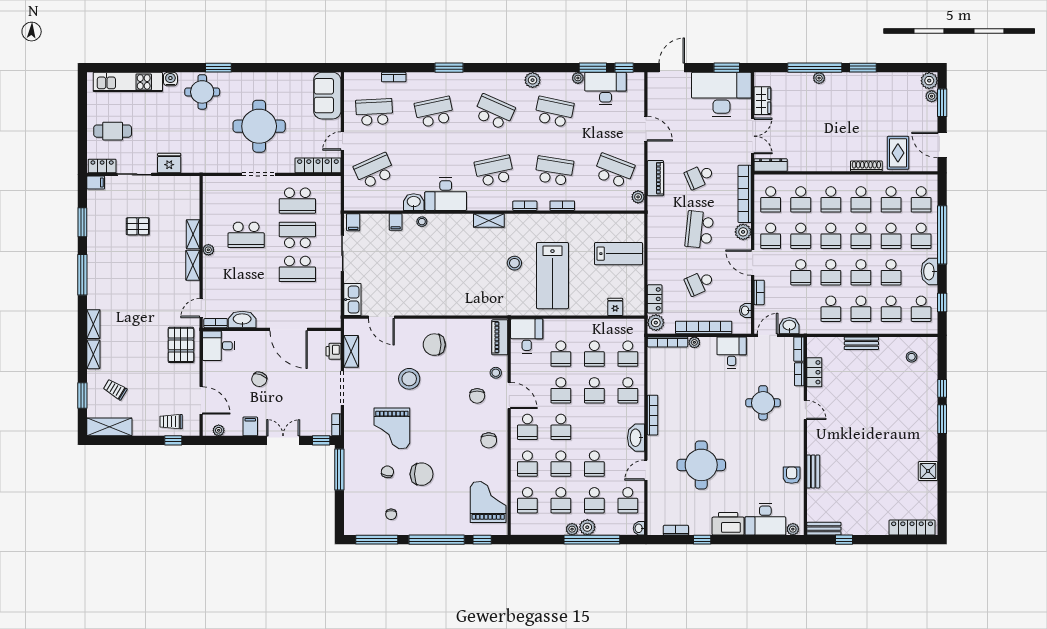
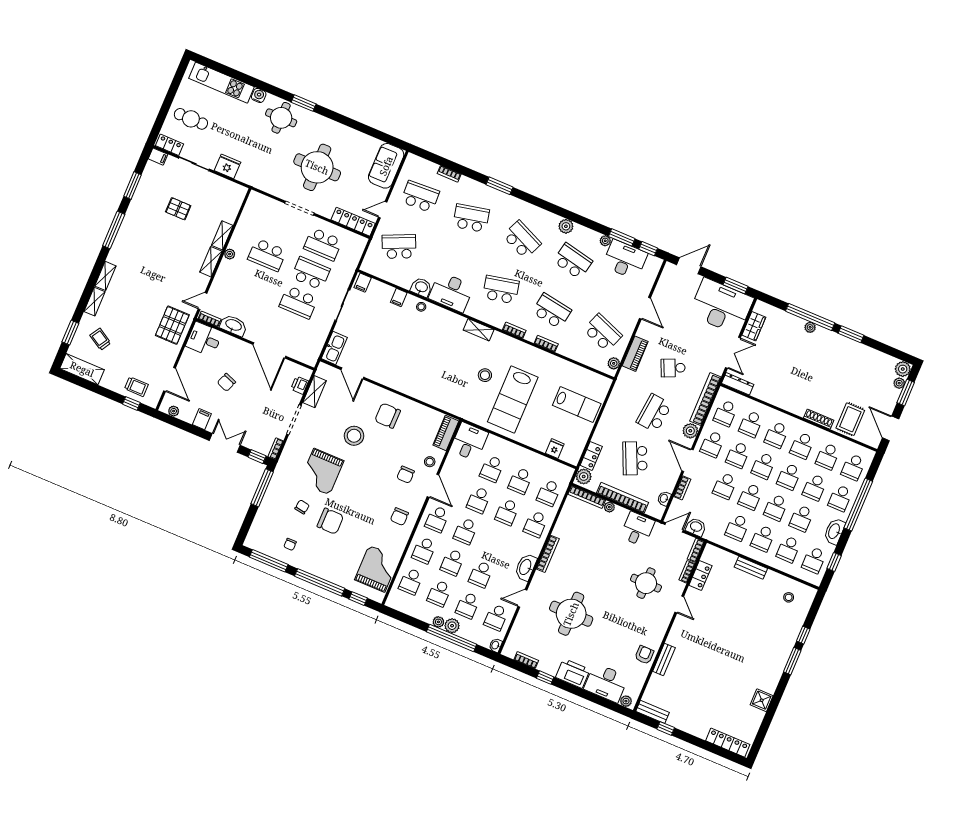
school desk: (699, 283) -> (635, 458), width x1.85
trolley: (171, 422) -> (136, 387), turned 180

